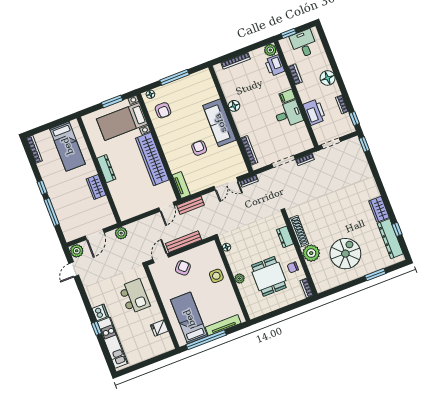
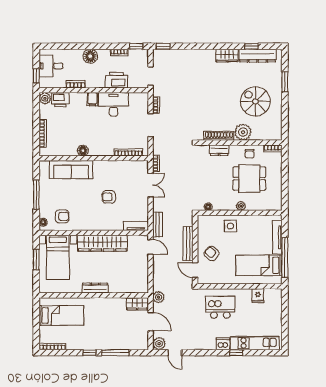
desk: (288, 114) -> (113, 104), width x1.37
sofa: (220, 123) -> (71, 170), moved
wardrobe: (96, 187) -> (137, 304), moved

